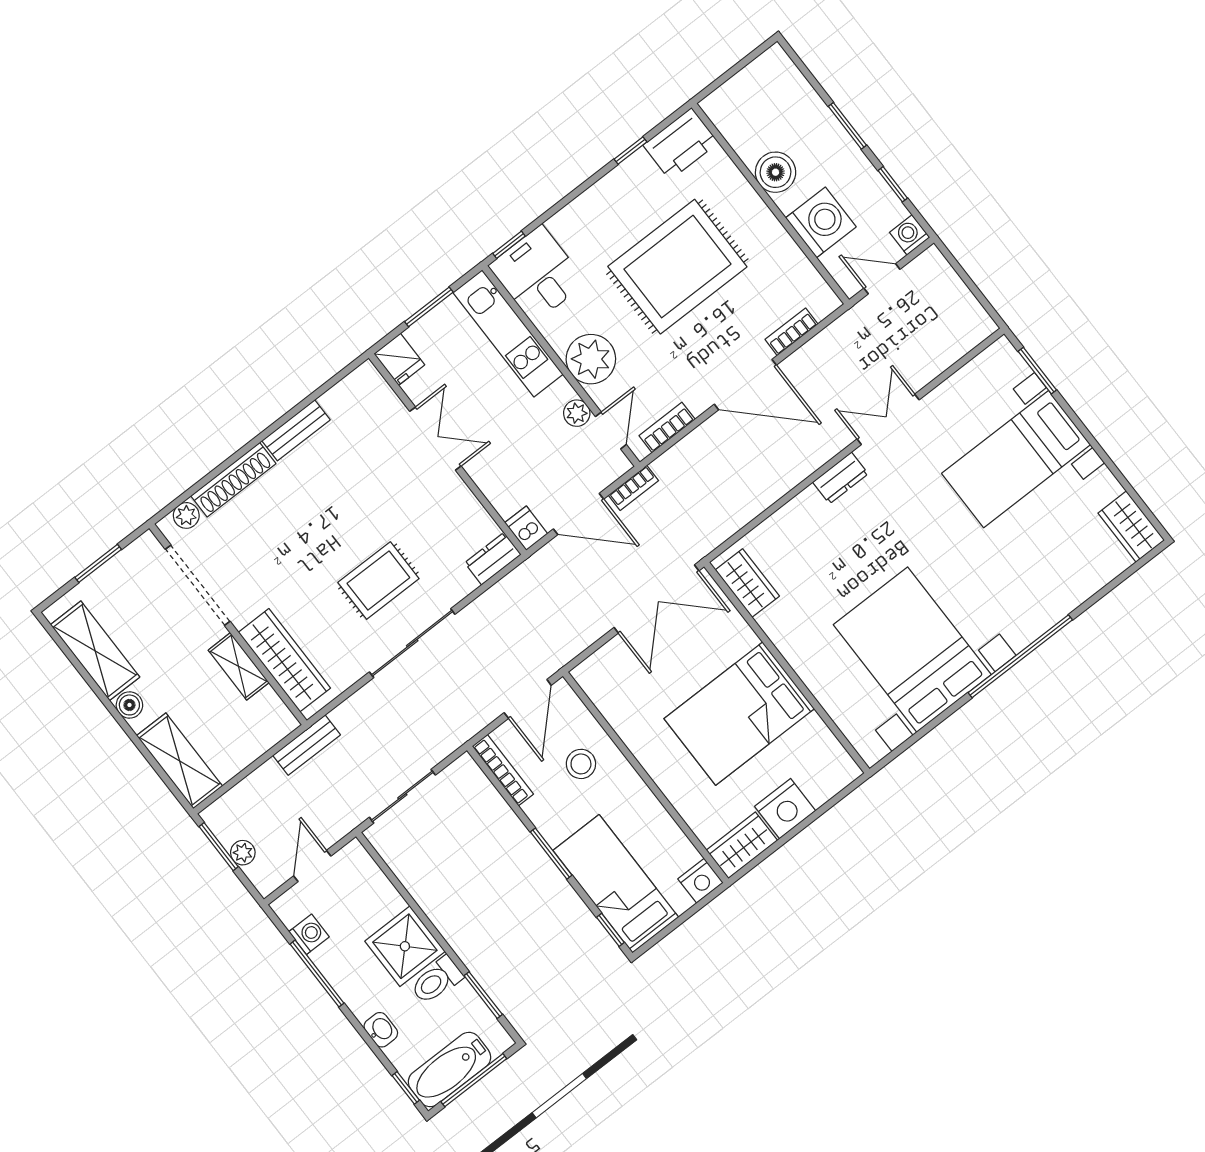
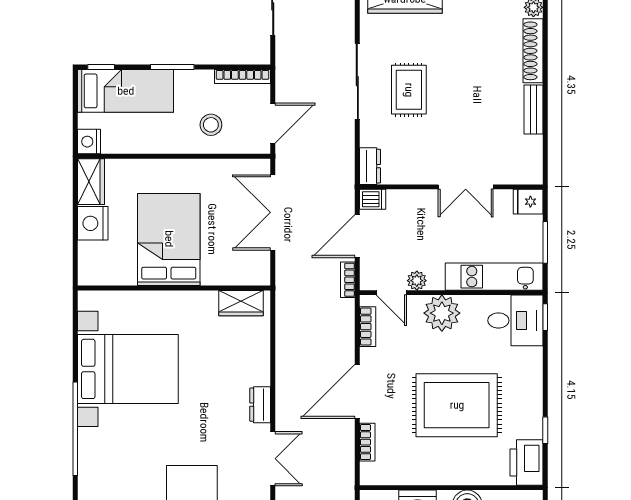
rug: (677, 267) -> (457, 405), turned 90
double door: (656, 599) -> (273, 212), moved
door: (528, 699) -> (273, 123), swing flipped

